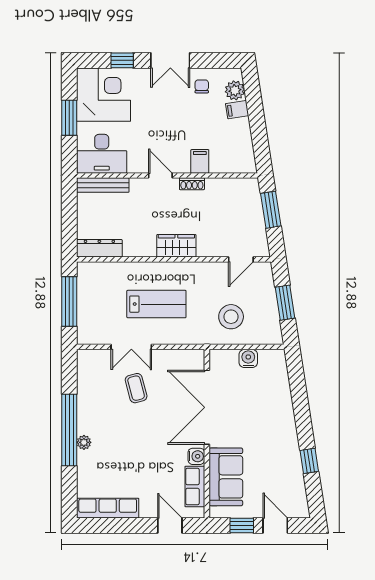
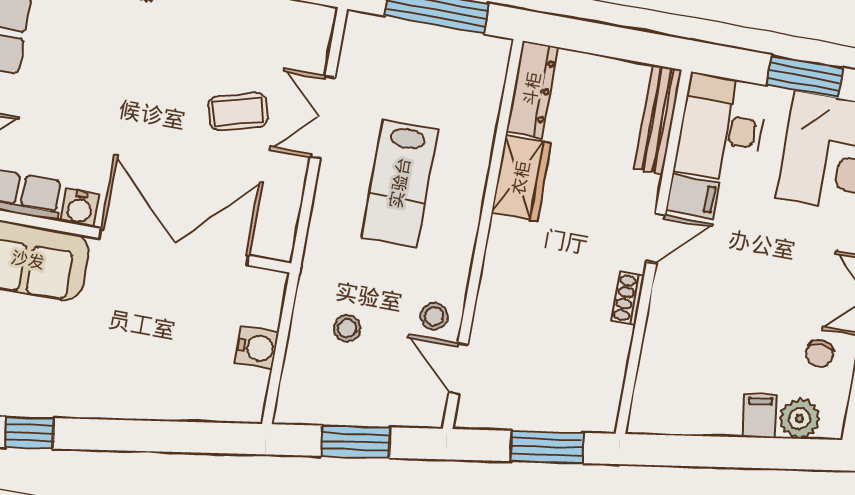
chair: (202, 86) -> (820, 353), turned 91
filing cabinet: (200, 161) -> (693, 196), moved
wardrobe: (176, 246) -> (521, 178), moved
stool: (218, 276) -> (434, 316), added
stool: (231, 317) -> (347, 328), width x0.53, depth x0.53

